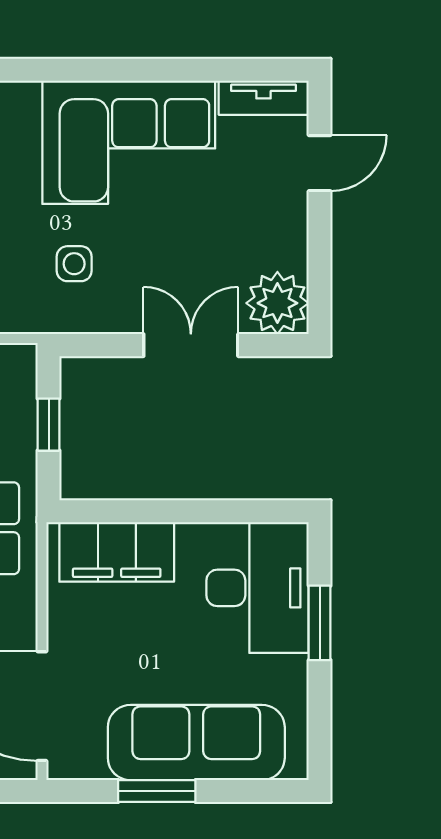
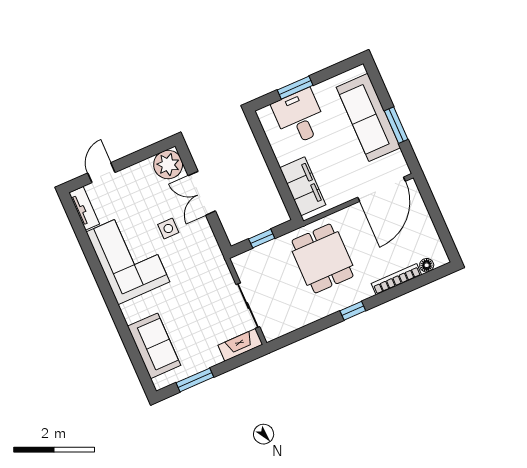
door: (320, 163) -> (101, 173), hinge flipped
side table: (74, 264) -> (168, 228), moved
desk: (258, 588) -> (299, 117), width x0.73

